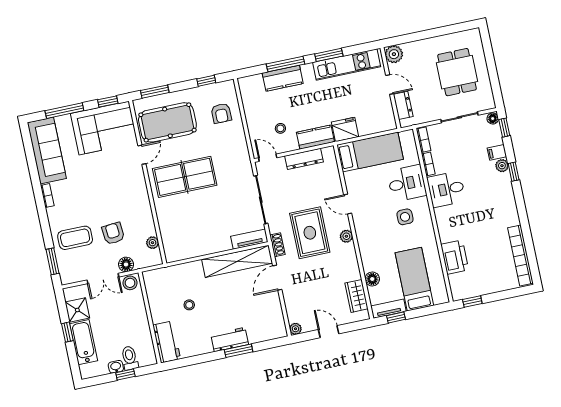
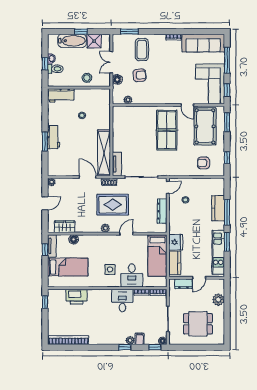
plant: (394, 54) -> (218, 300), moved
kitchen counter: (315, 137) -> (175, 263), moved
stool: (130, 283) -> (87, 78), moved

